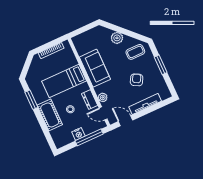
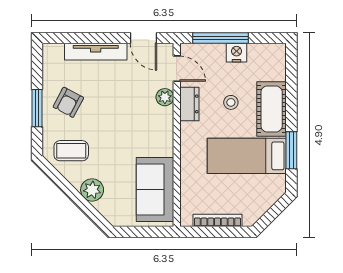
sofa: (95, 68) -> (155, 190), moved
armchair: (137, 80) -> (68, 102), moved
bed: (64, 81) -> (247, 156), moved, turned 180

